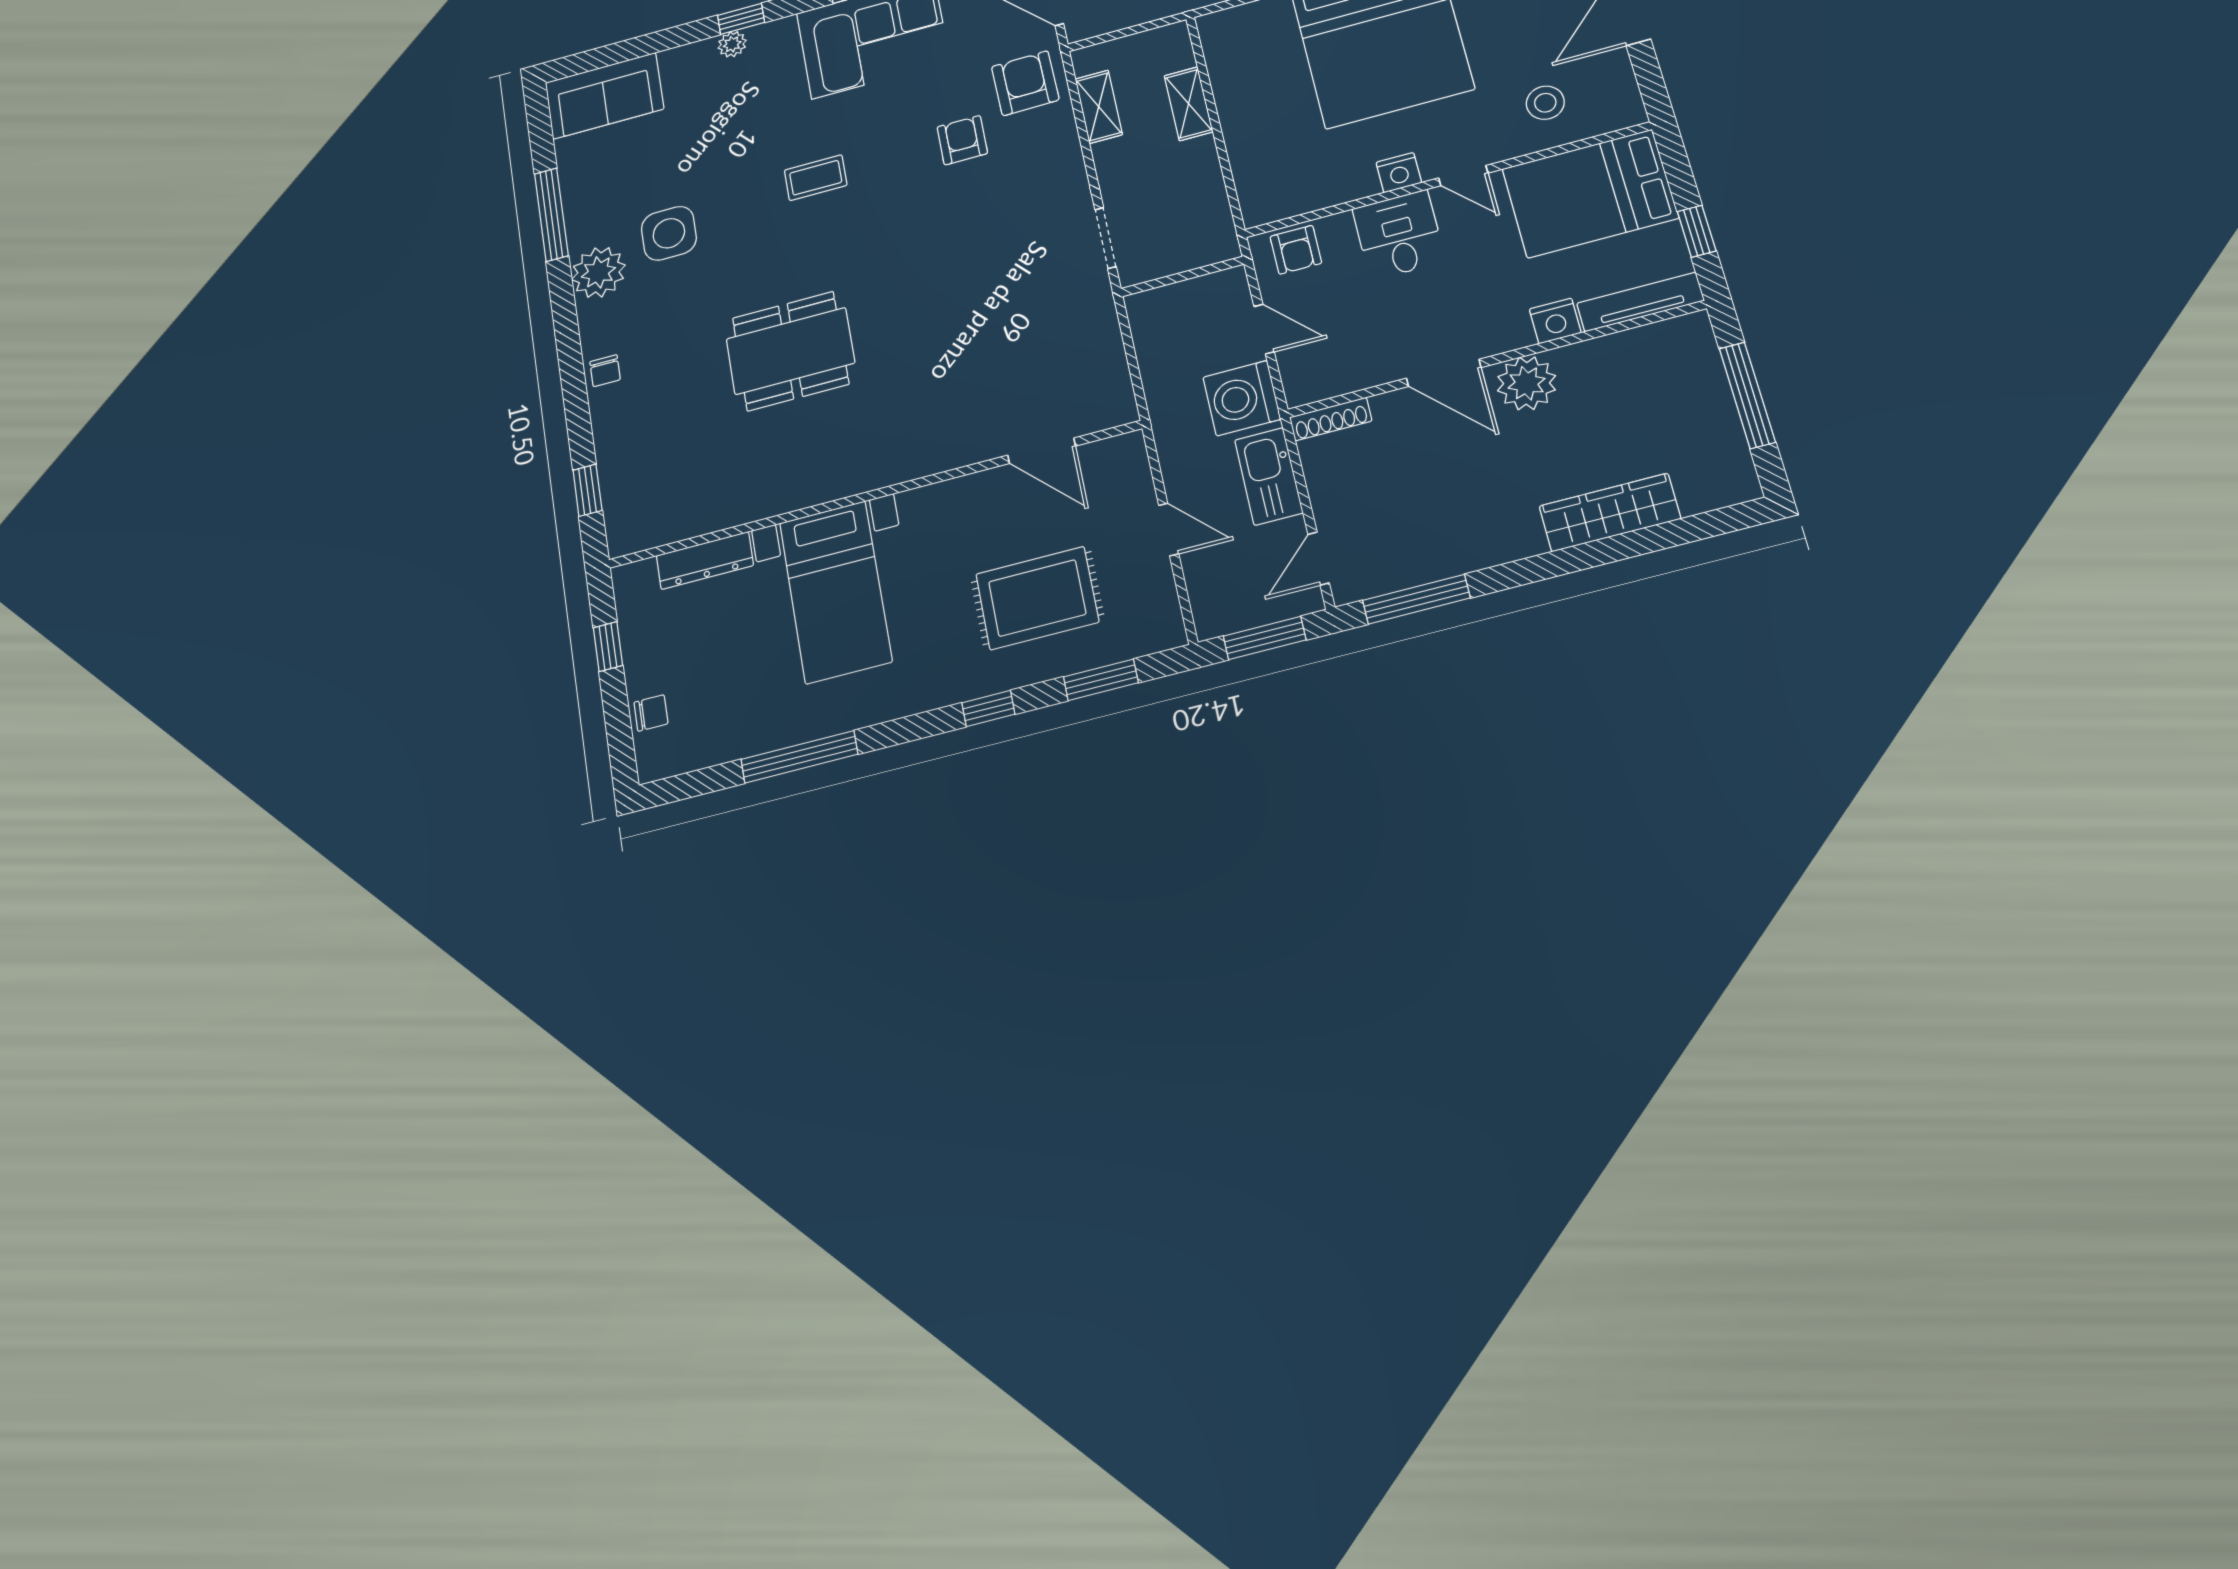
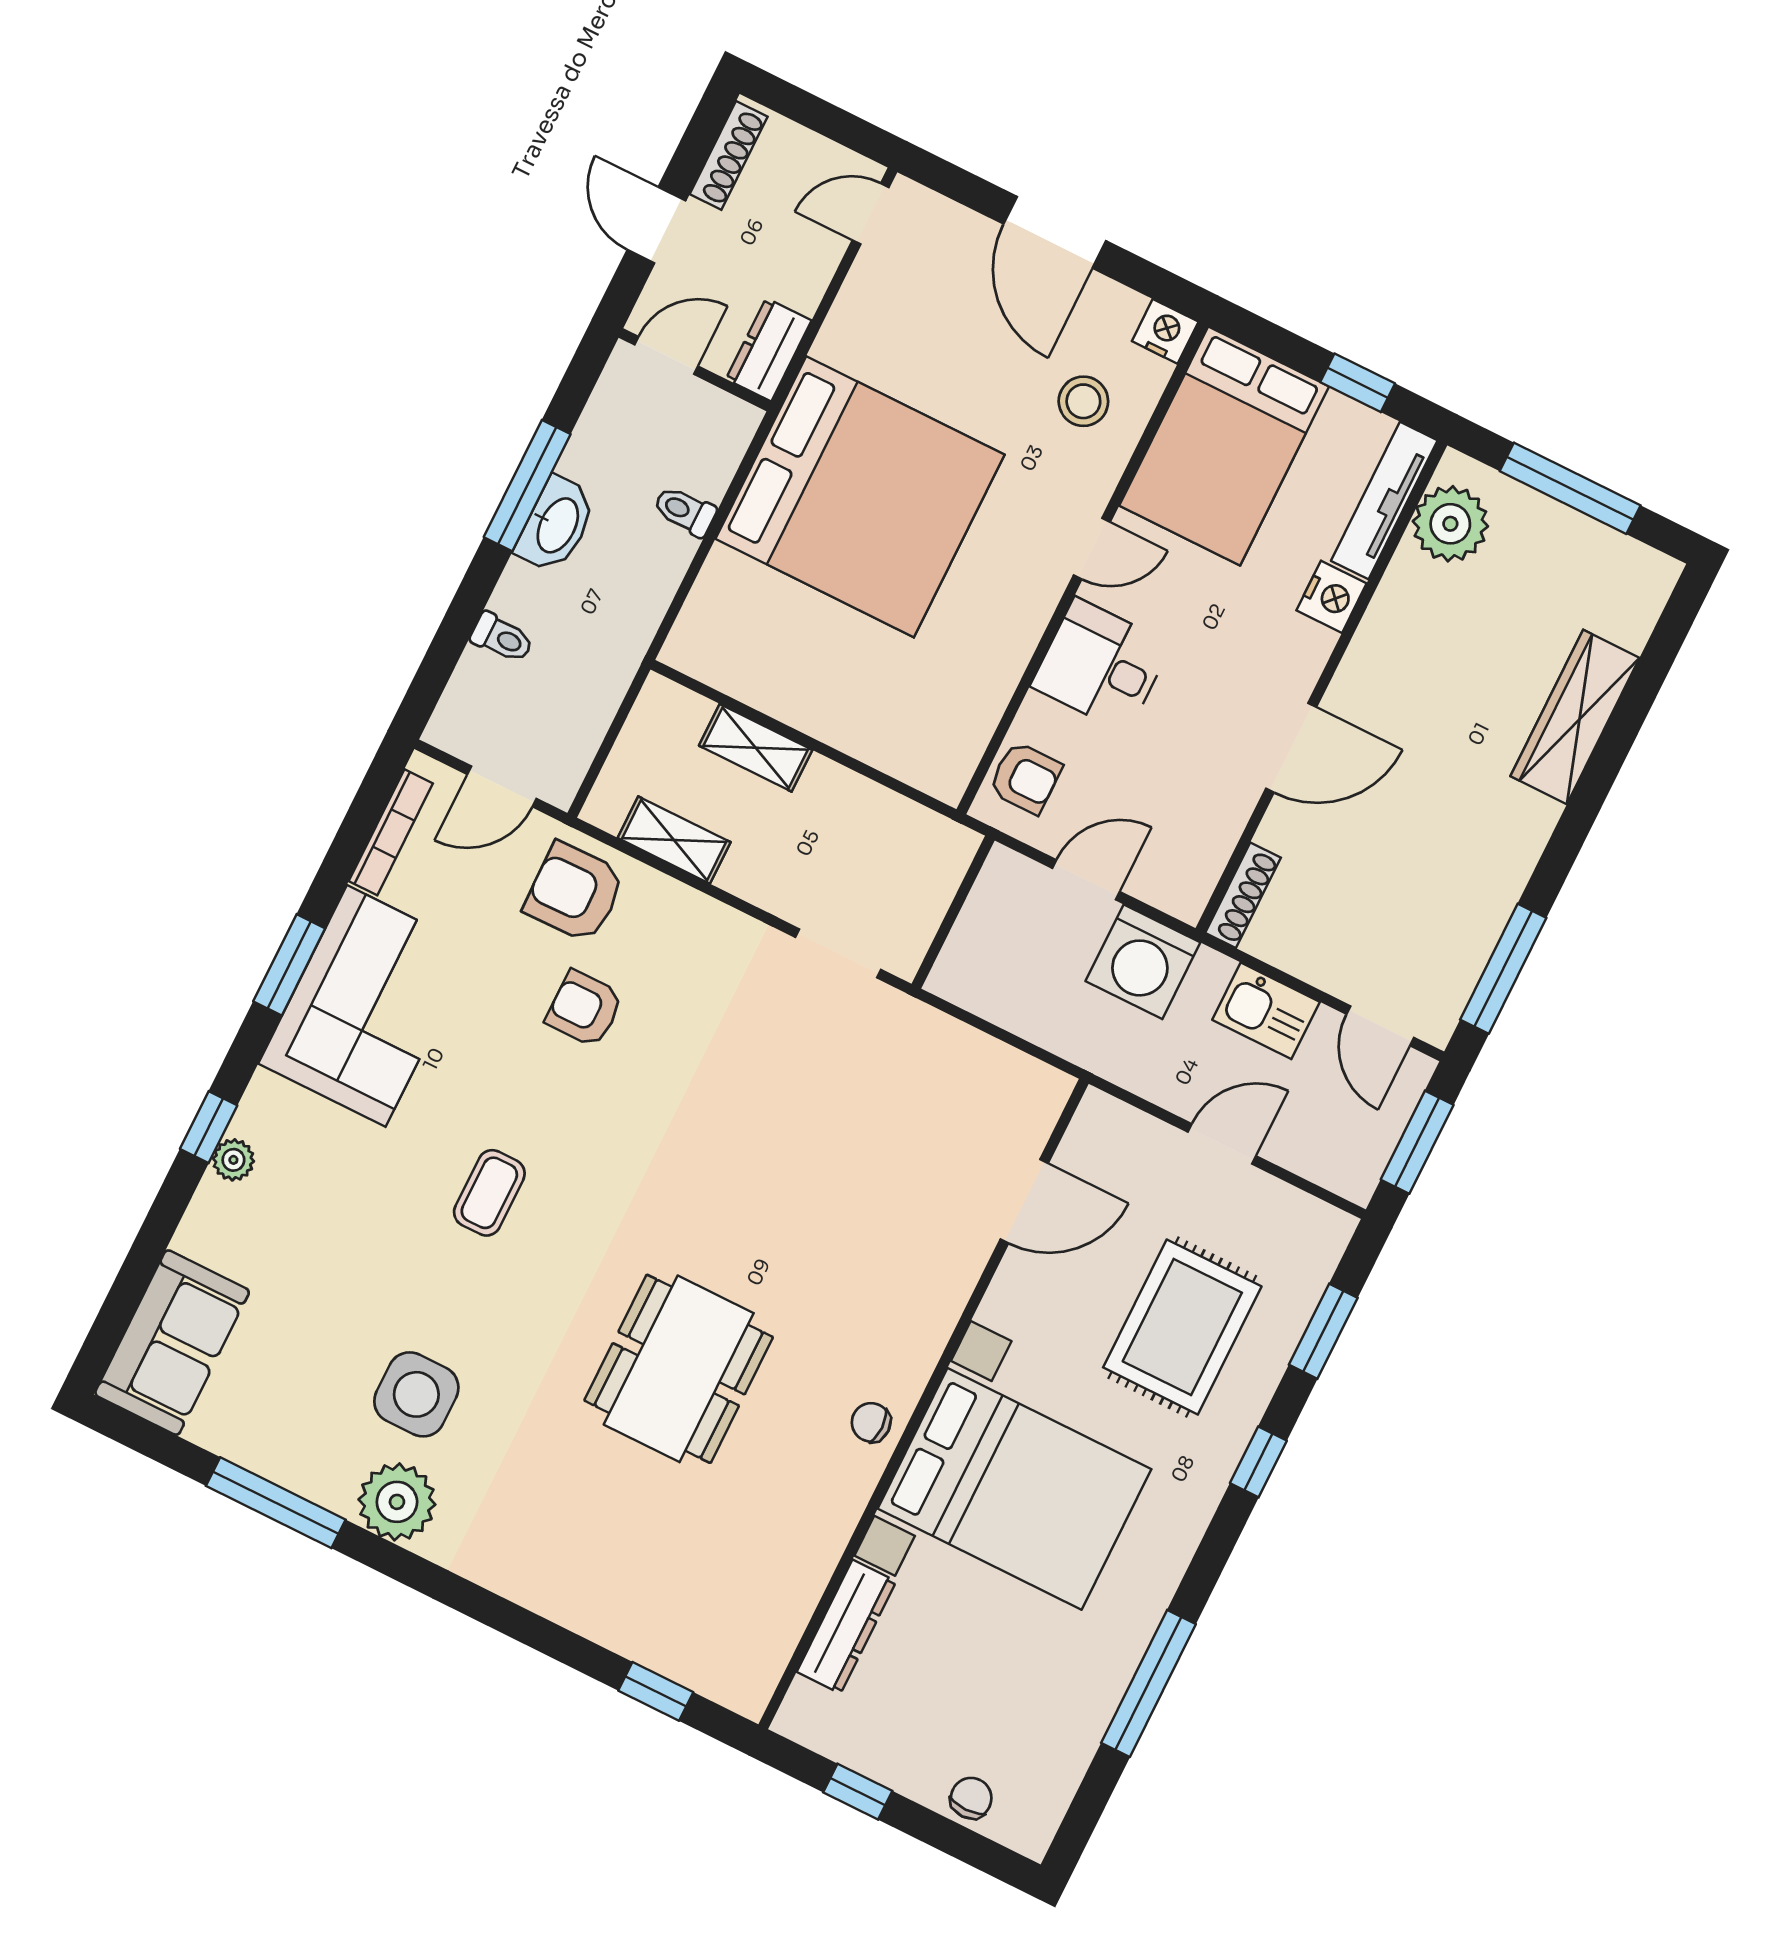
nightstand: (1399, 173) -> (1165, 331), moved, turned -90
chair: (605, 371) -> (871, 1422), moved, turned 180
plant: (1527, 383) -> (1450, 524), moved
kitchen sink: (1269, 476) -> (1266, 1011), width x0.73
bed with nightstands: (836, 592) -> (1014, 1489), width x1.36

